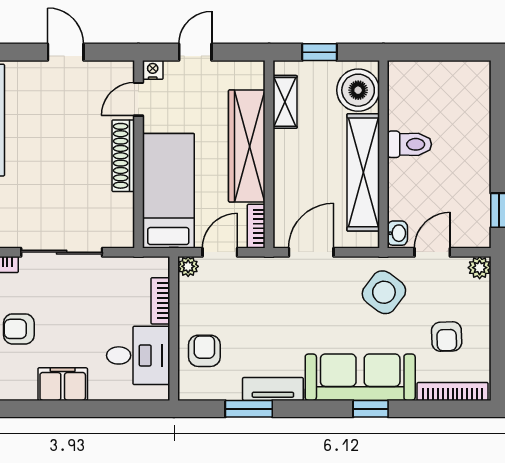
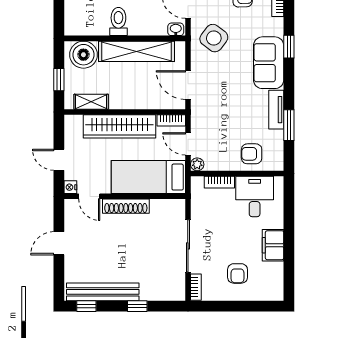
sofa: (360, 377) -> (269, 63), width x0.73

